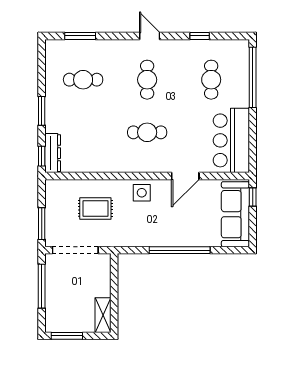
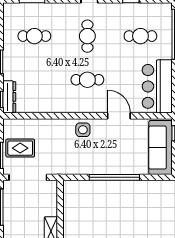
cafe table: (211, 80) -> (140, 36), turned 90
door: (185, 176) -> (119, 116), swing flipped
rug: (95, 208) -> (20, 148), moved

